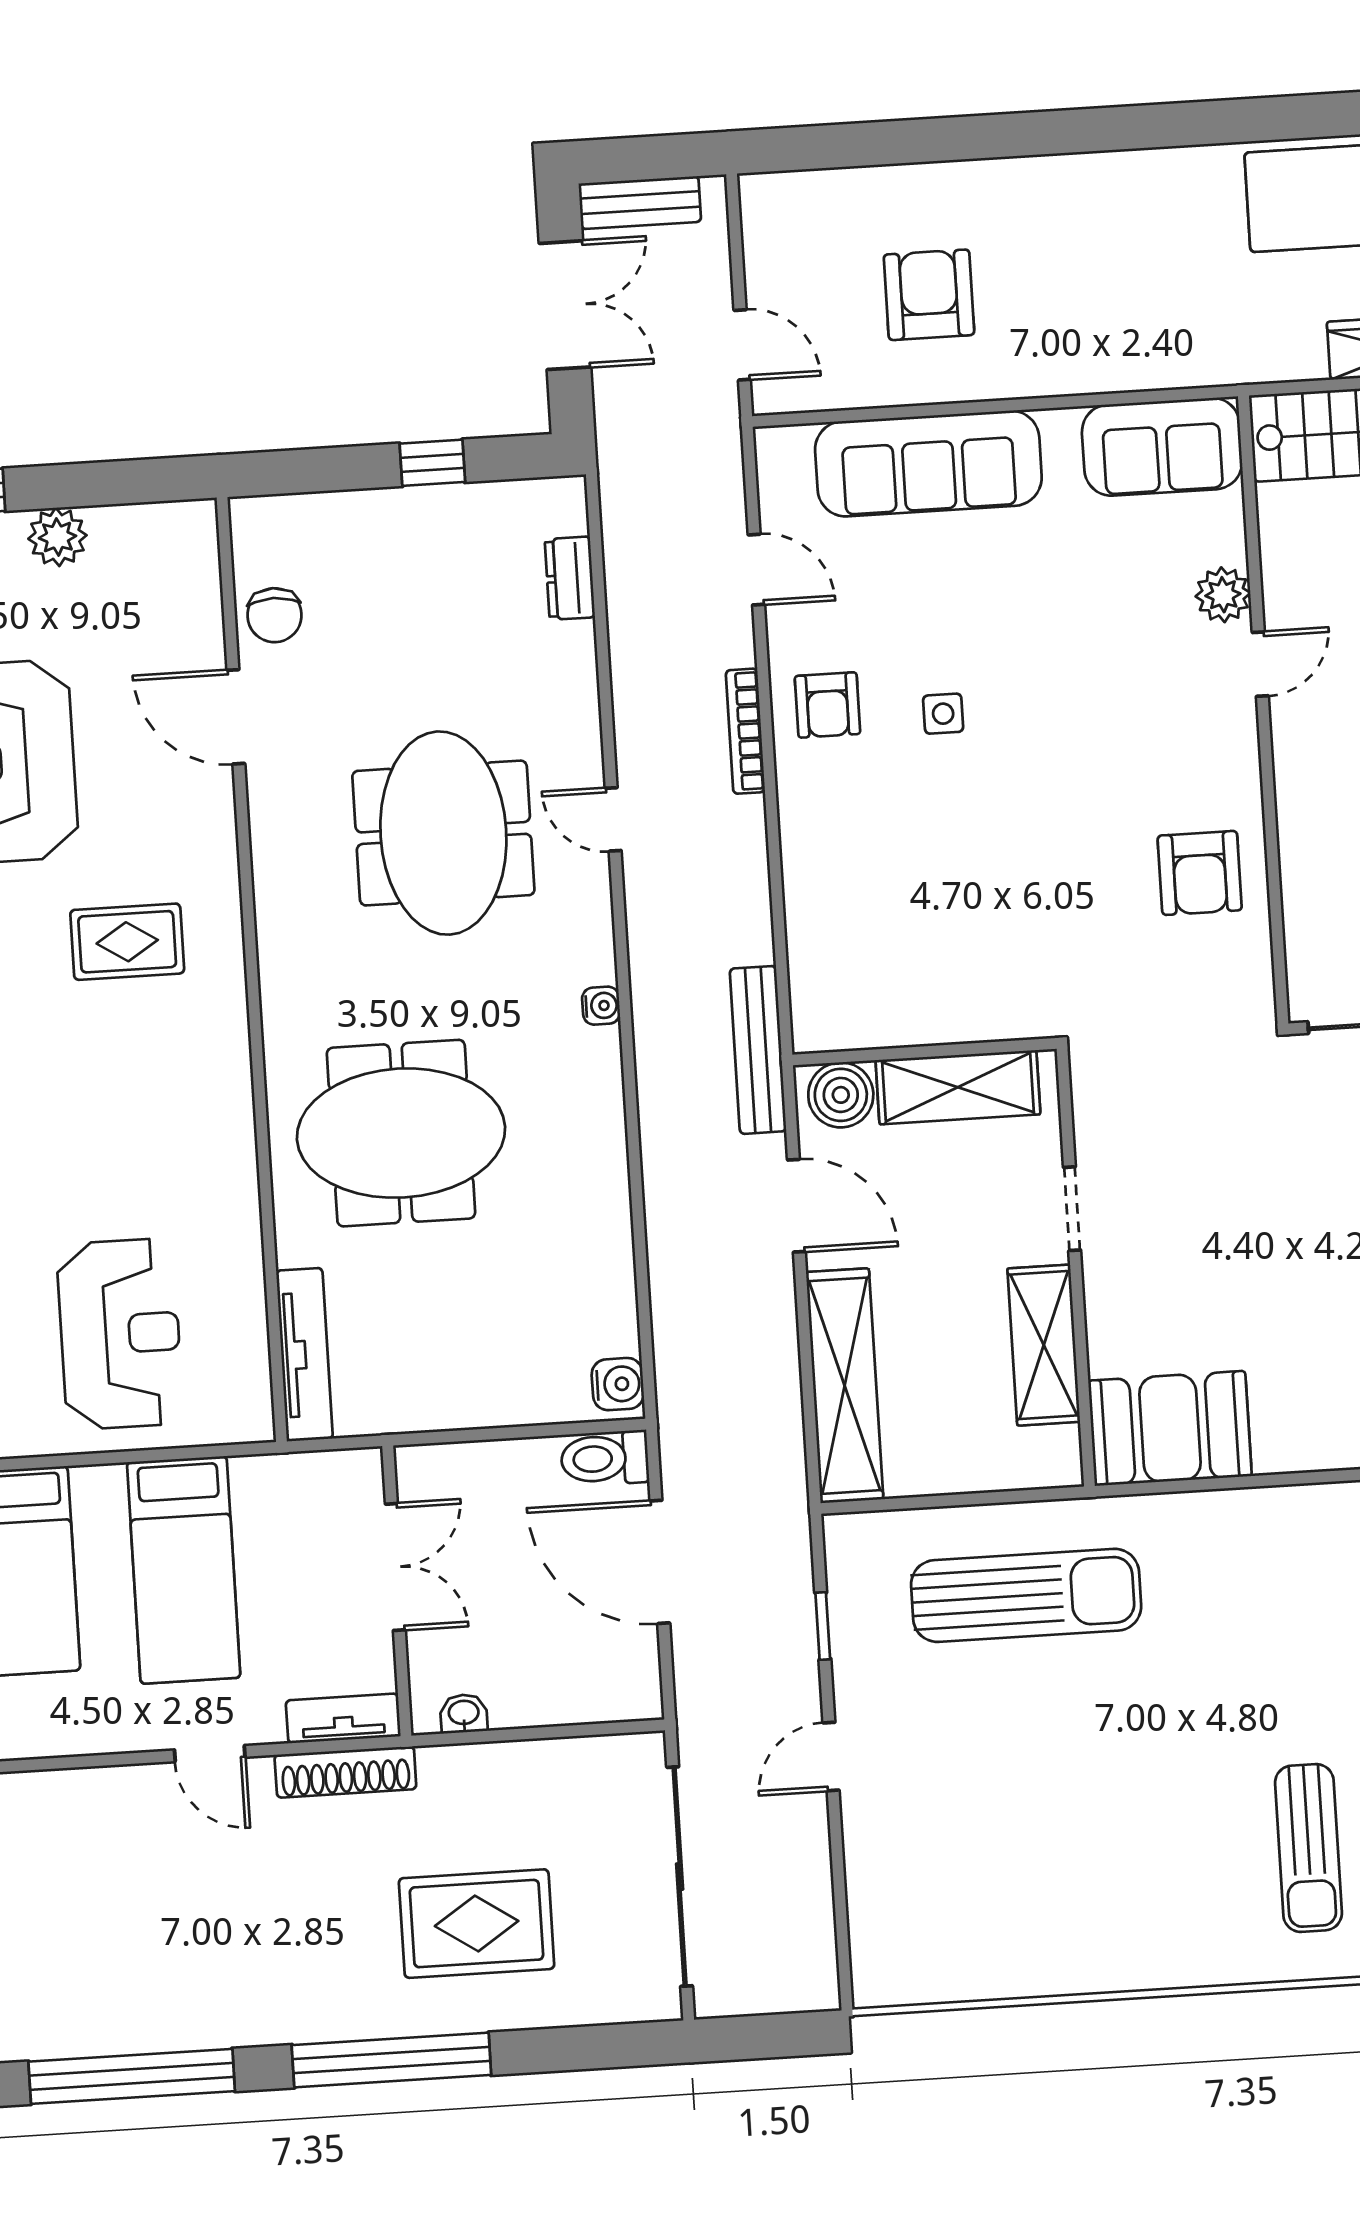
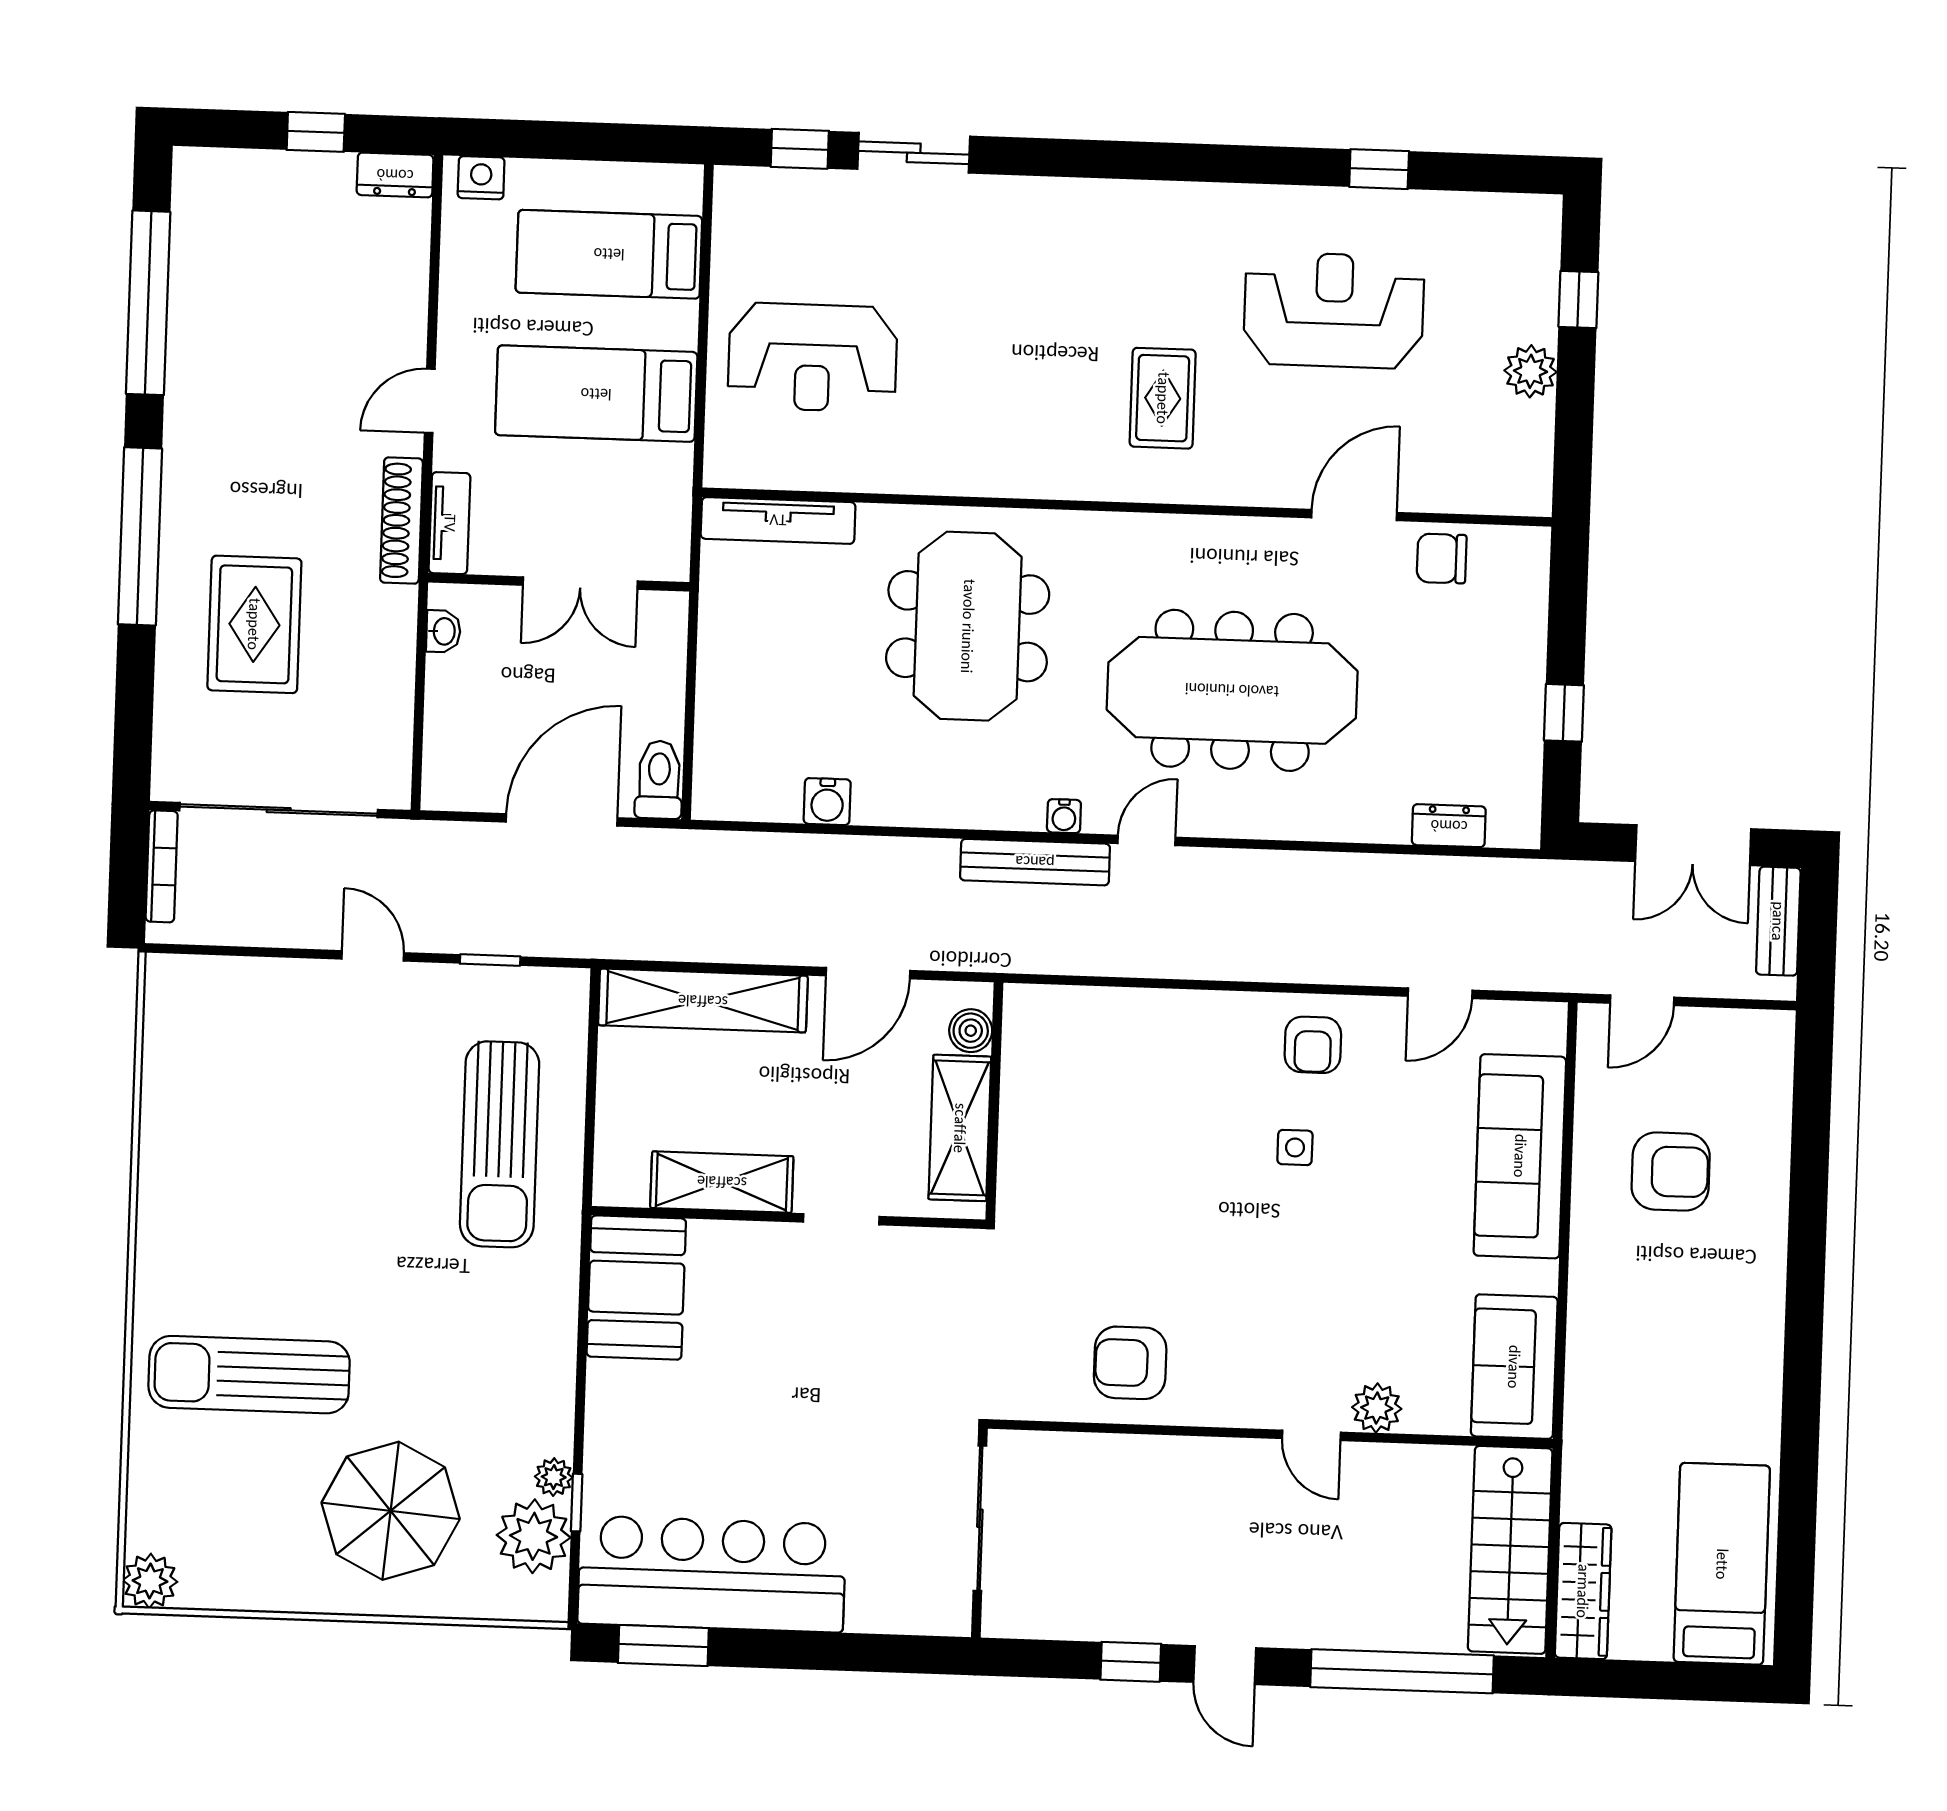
armchair: (827, 705) -> (1313, 1045), turned -90
bookcase: (745, 731) -> (162, 866), moved, turned 90
door: (613, 819) -> (1147, 840), moved
meeting table: (443, 833) -> (1232, 690), width x1.36
bench: (758, 1050) -> (1035, 862), moved
boiler: (841, 1095) -> (971, 1031), width x0.73, depth x0.73
water cooler: (618, 1384) -> (827, 802), moved
sun lounger: (1308, 1848) -> (249, 1375), width x1.36, depth x1.34

